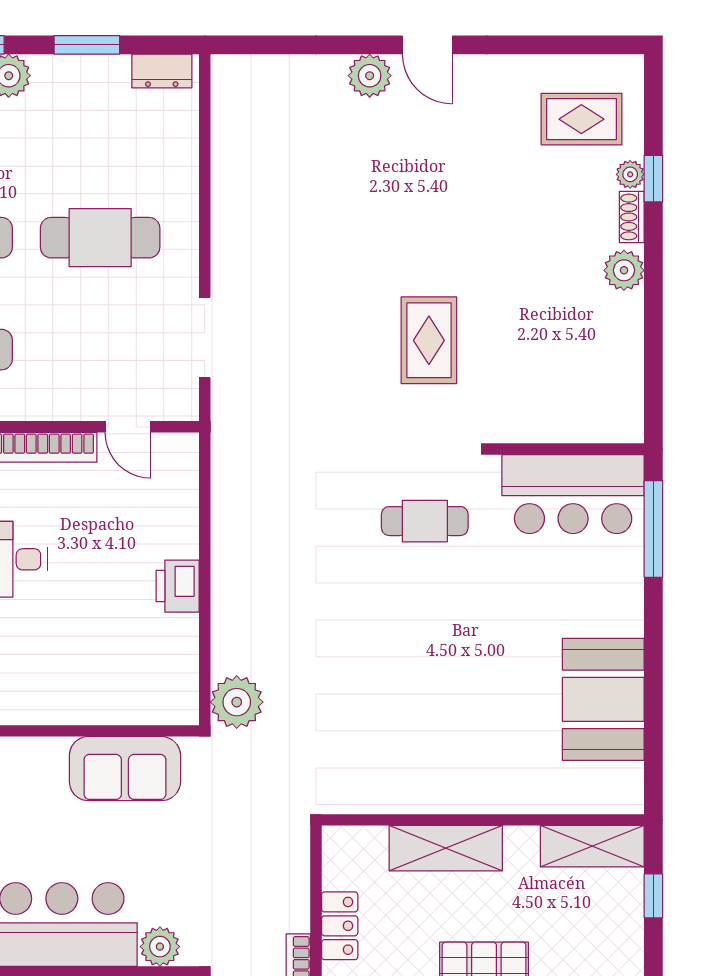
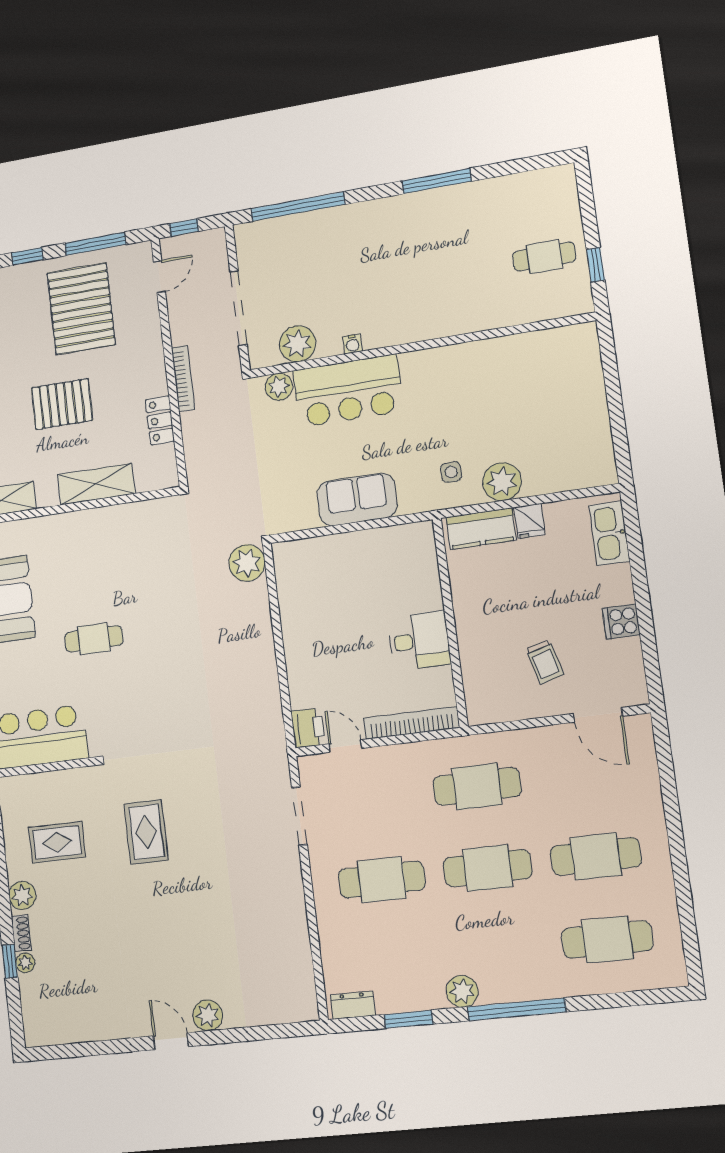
rug: (581, 119) -> (57, 842), moved
cafe table: (425, 521) -> (94, 639), moved
printer: (178, 586) -> (308, 728), moved
sofa: (125, 769) -> (357, 500), moved

